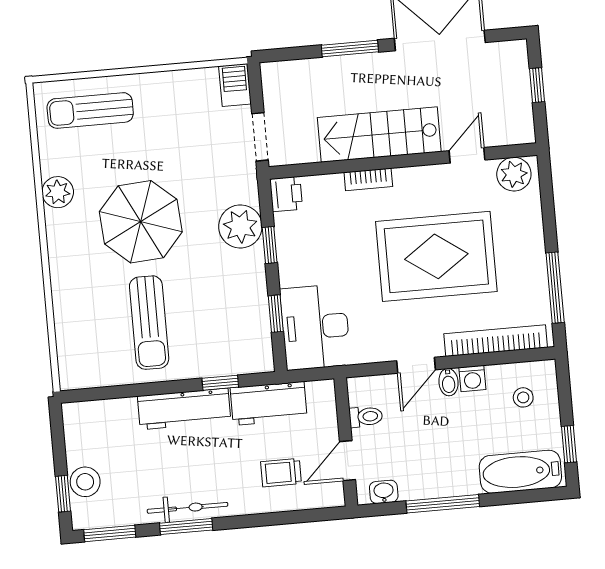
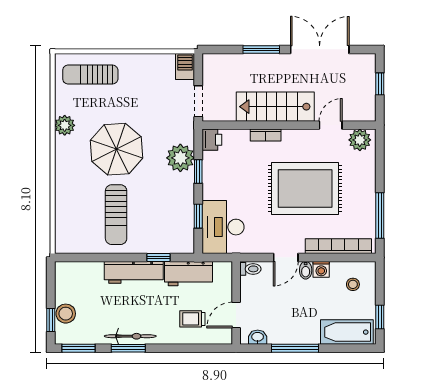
toilet: (366, 417) -> (250, 269), moved

